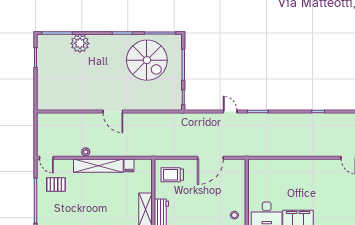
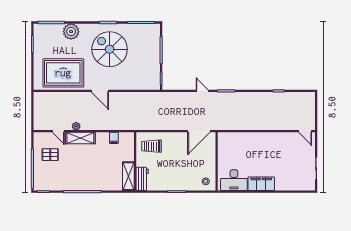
spiral stairs: (147, 60) -> (110, 49), moved, turned 180
rug: (71, 91) -> (63, 73), added
door: (46, 158) -> (58, 131), moved
door: (210, 158) -> (199, 131), moved
shelving: (98, 166) -> (80, 138), width x0.68

